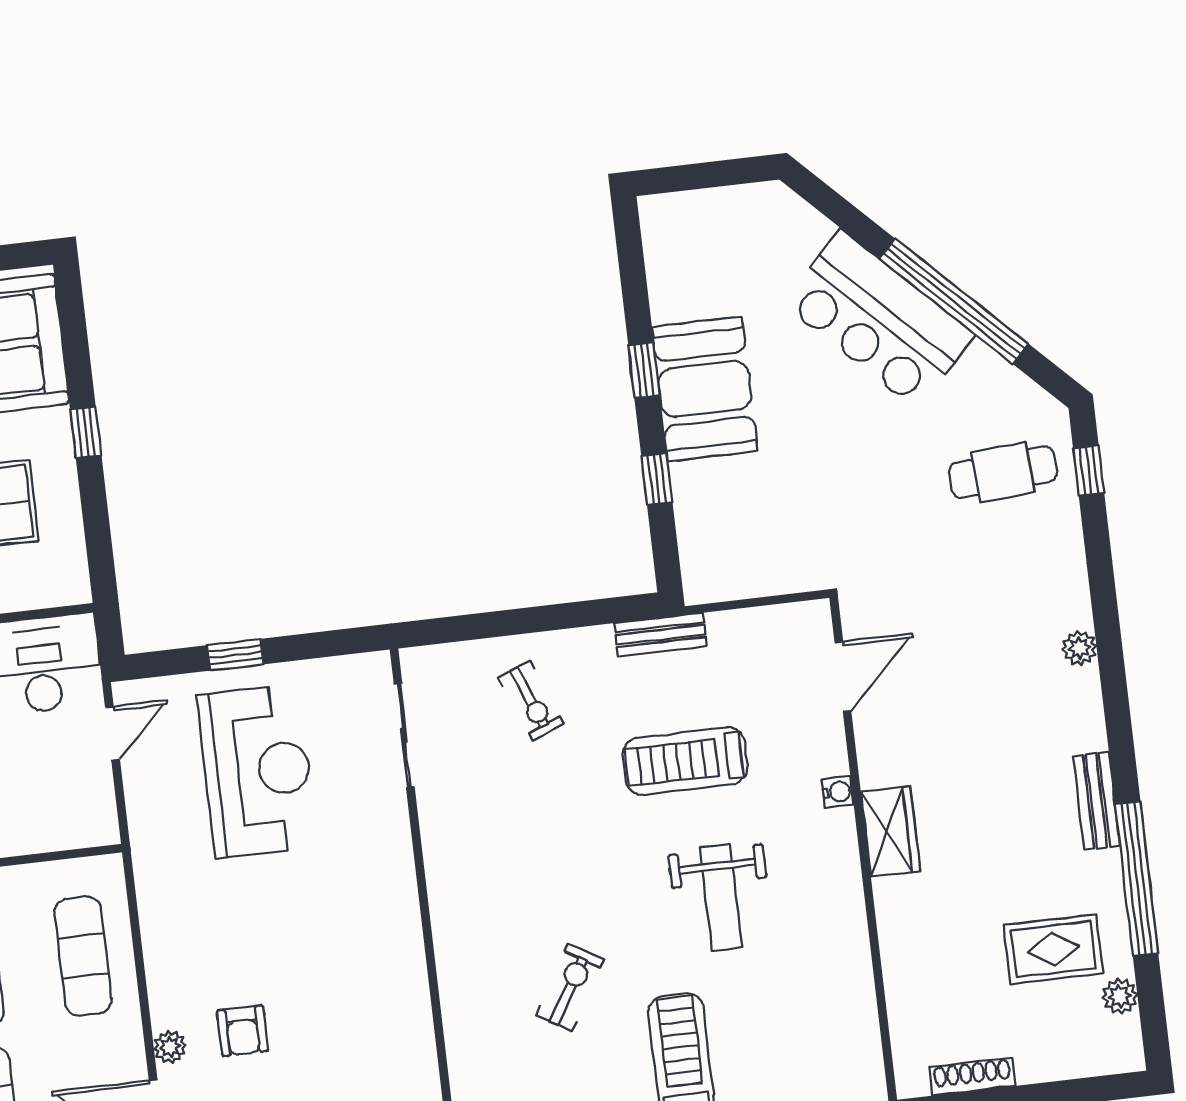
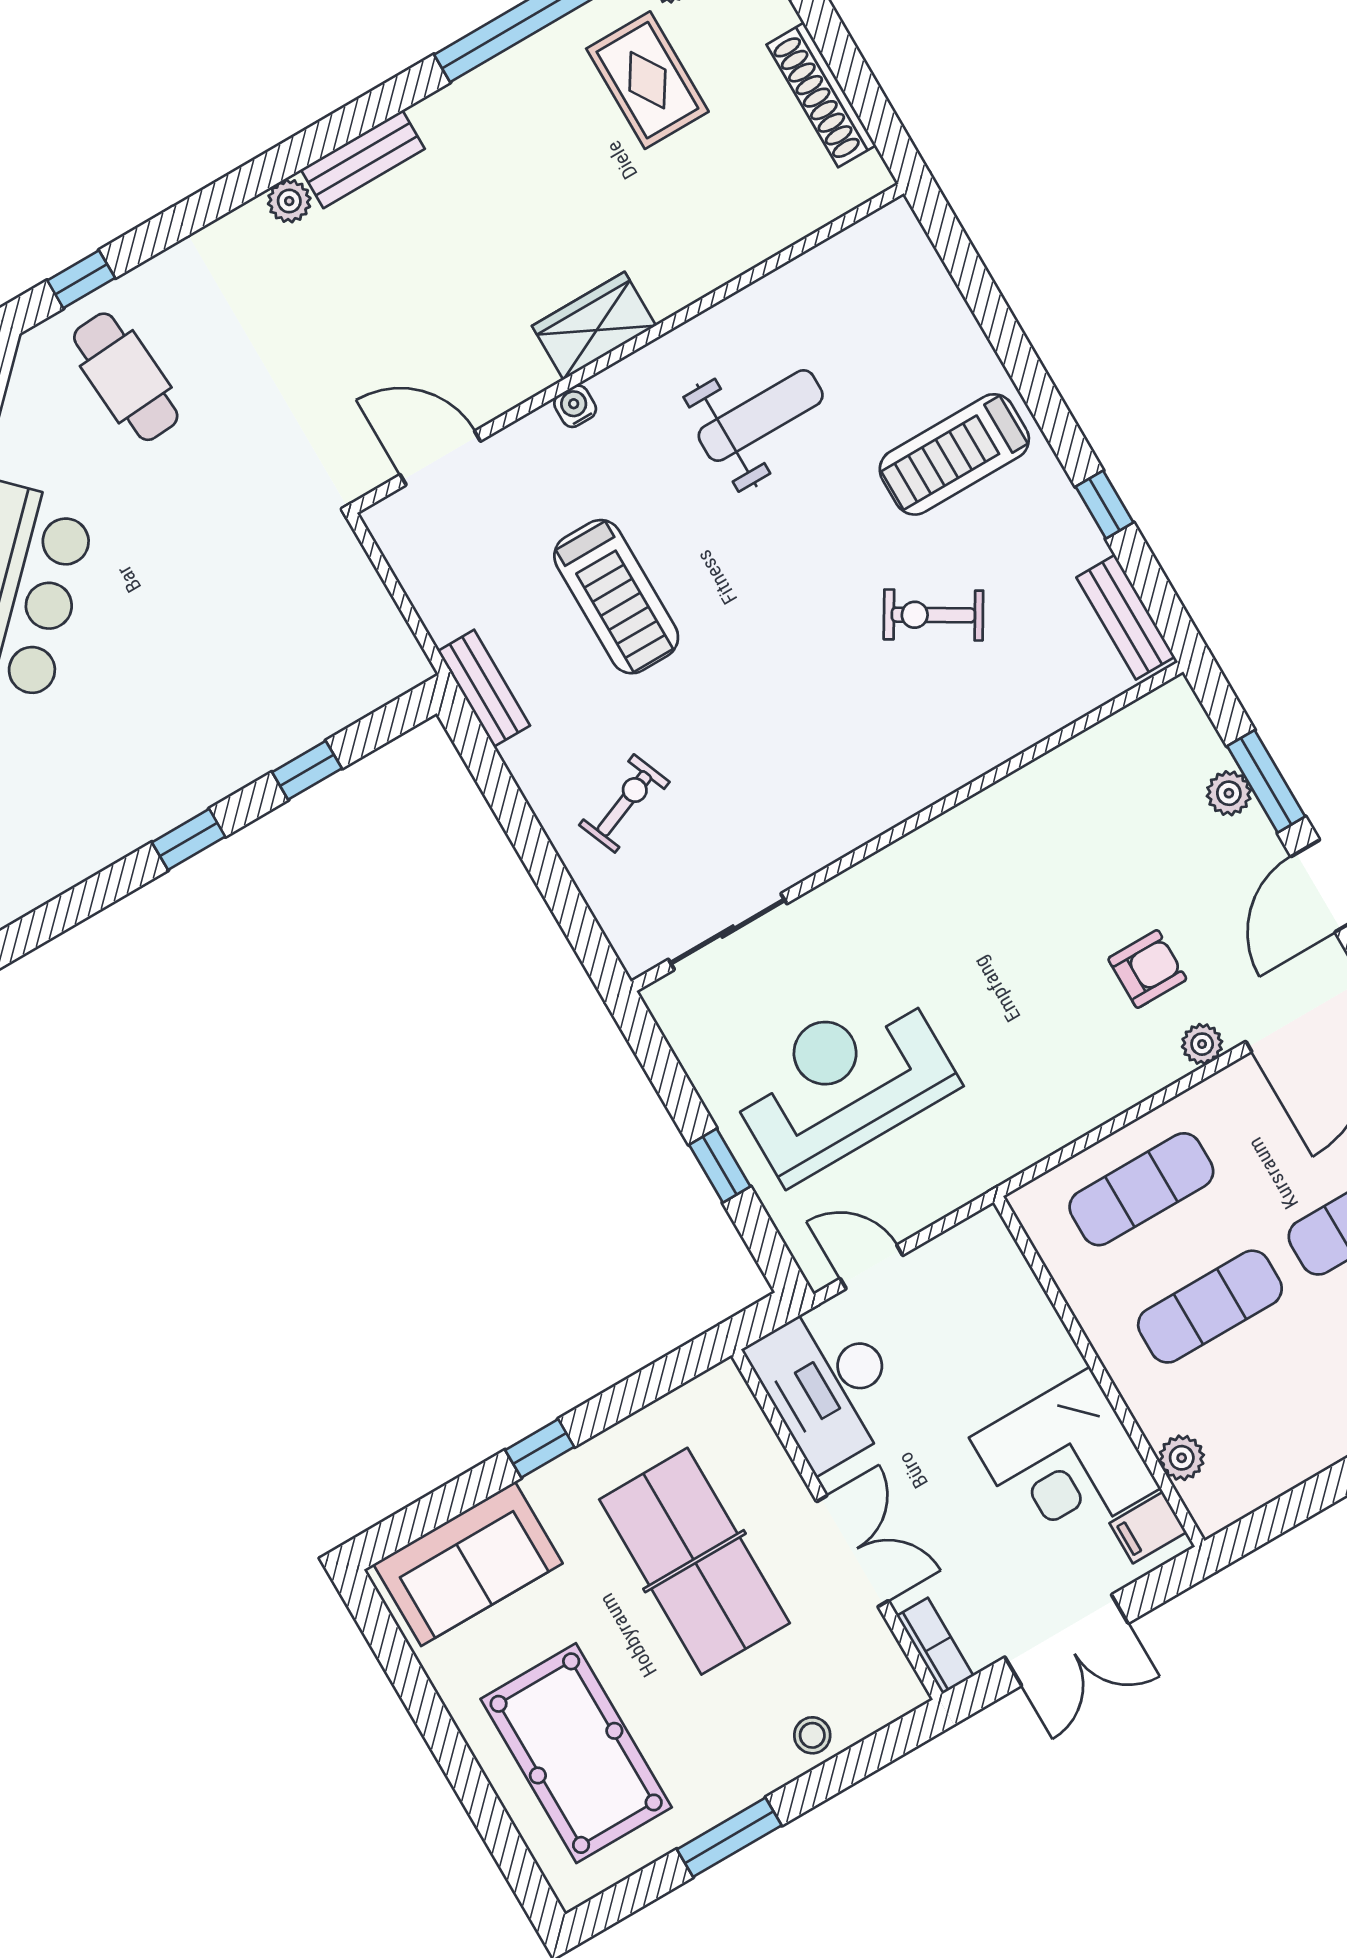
booth: (705, 389) -> (180, 760), removed
bench: (1097, 801) -> (363, 159), moved
weight bench: (721, 897) -> (761, 415), moved
shoe rack: (972, 1077) -> (821, 95), width x1.36, depth x1.24

